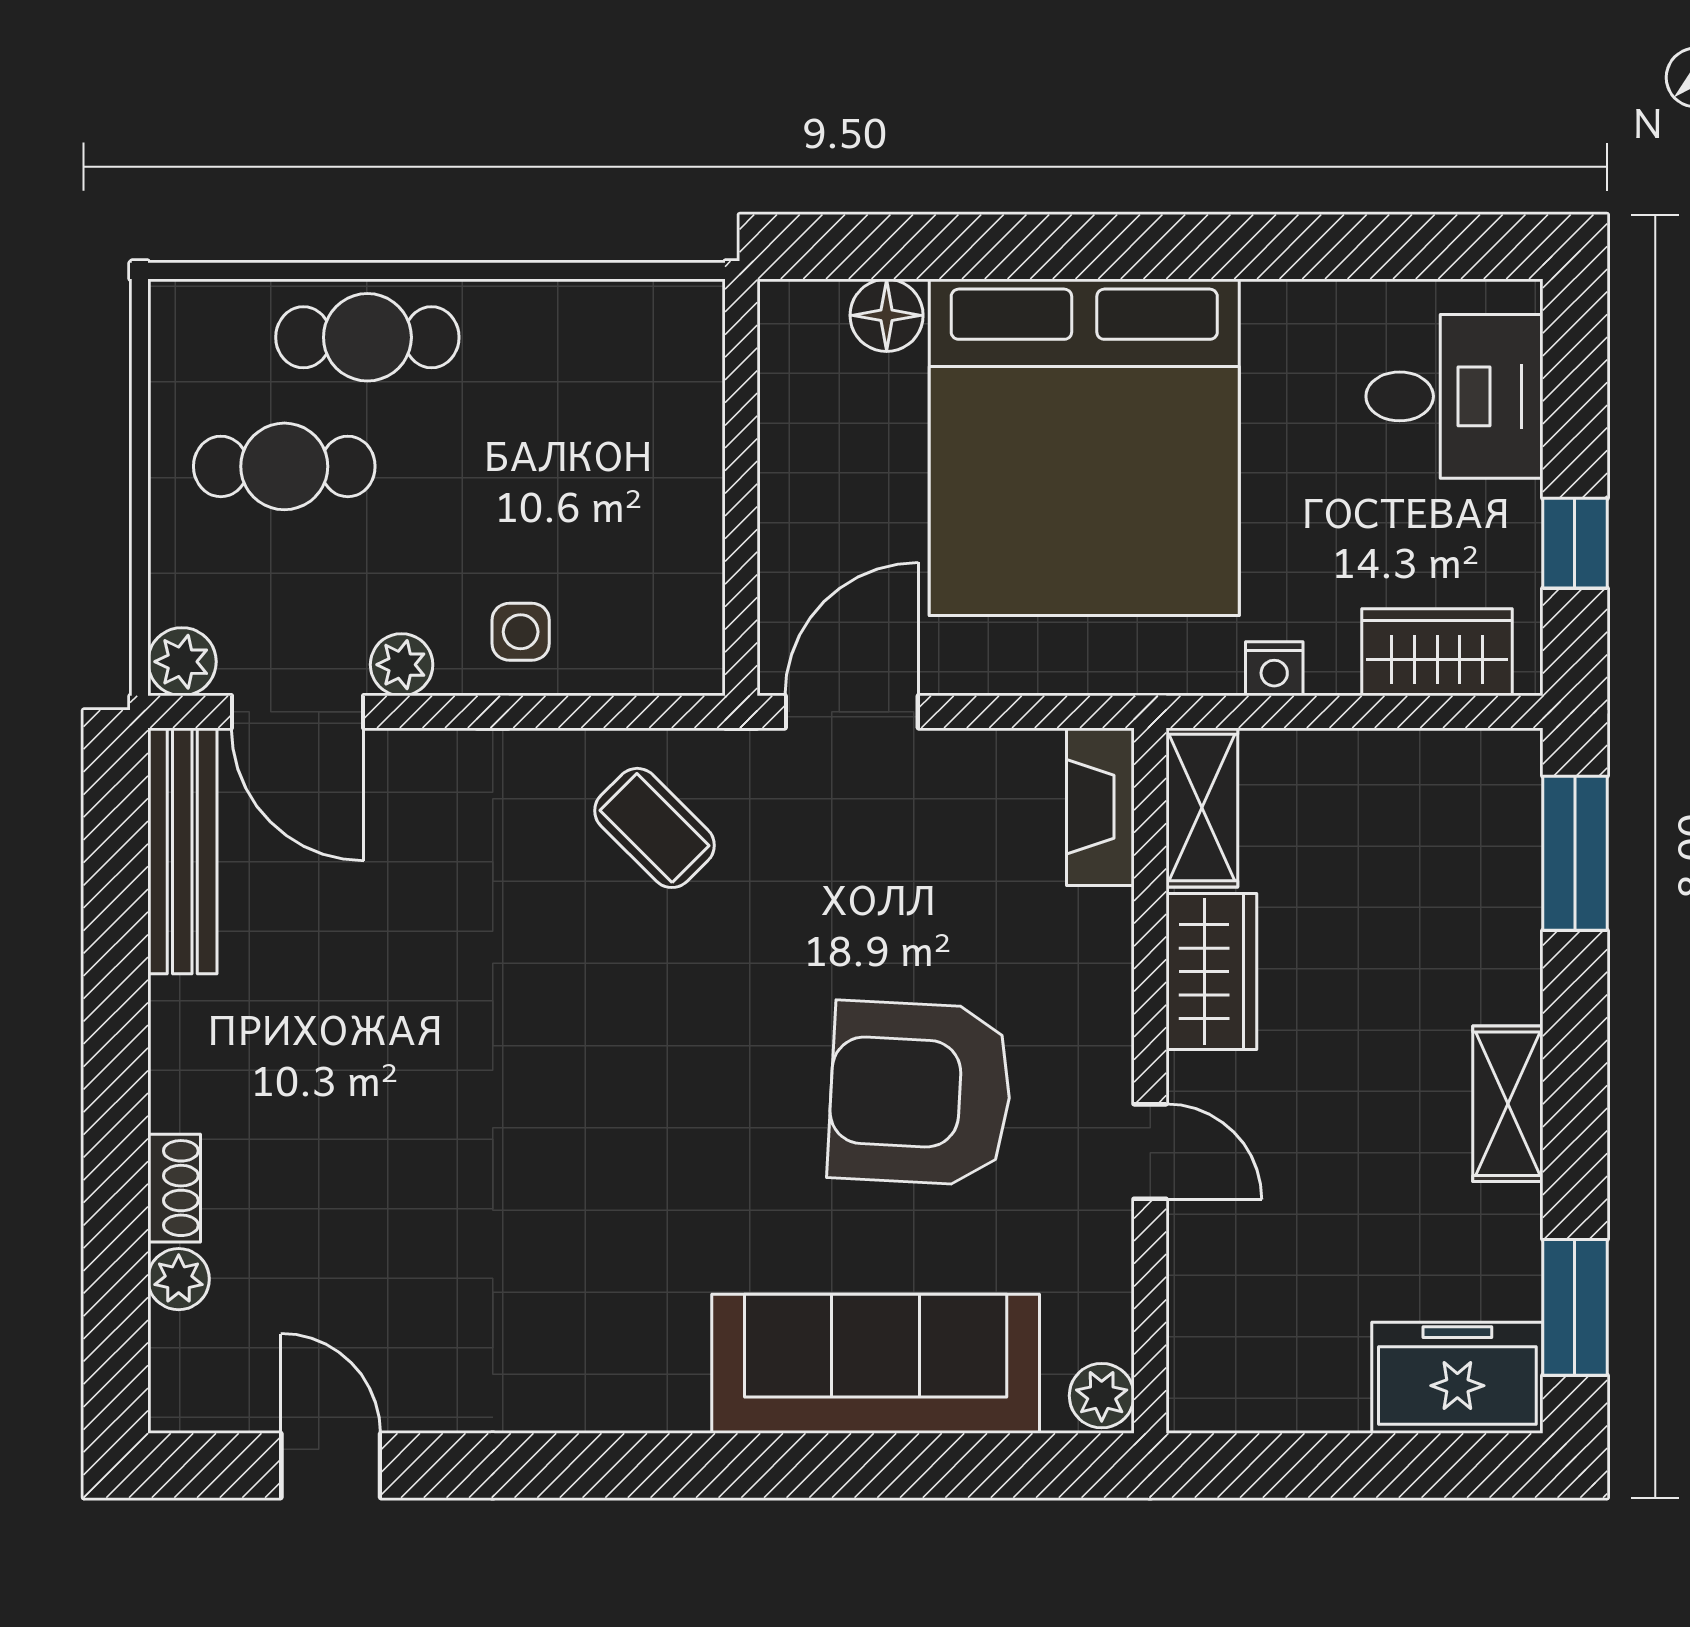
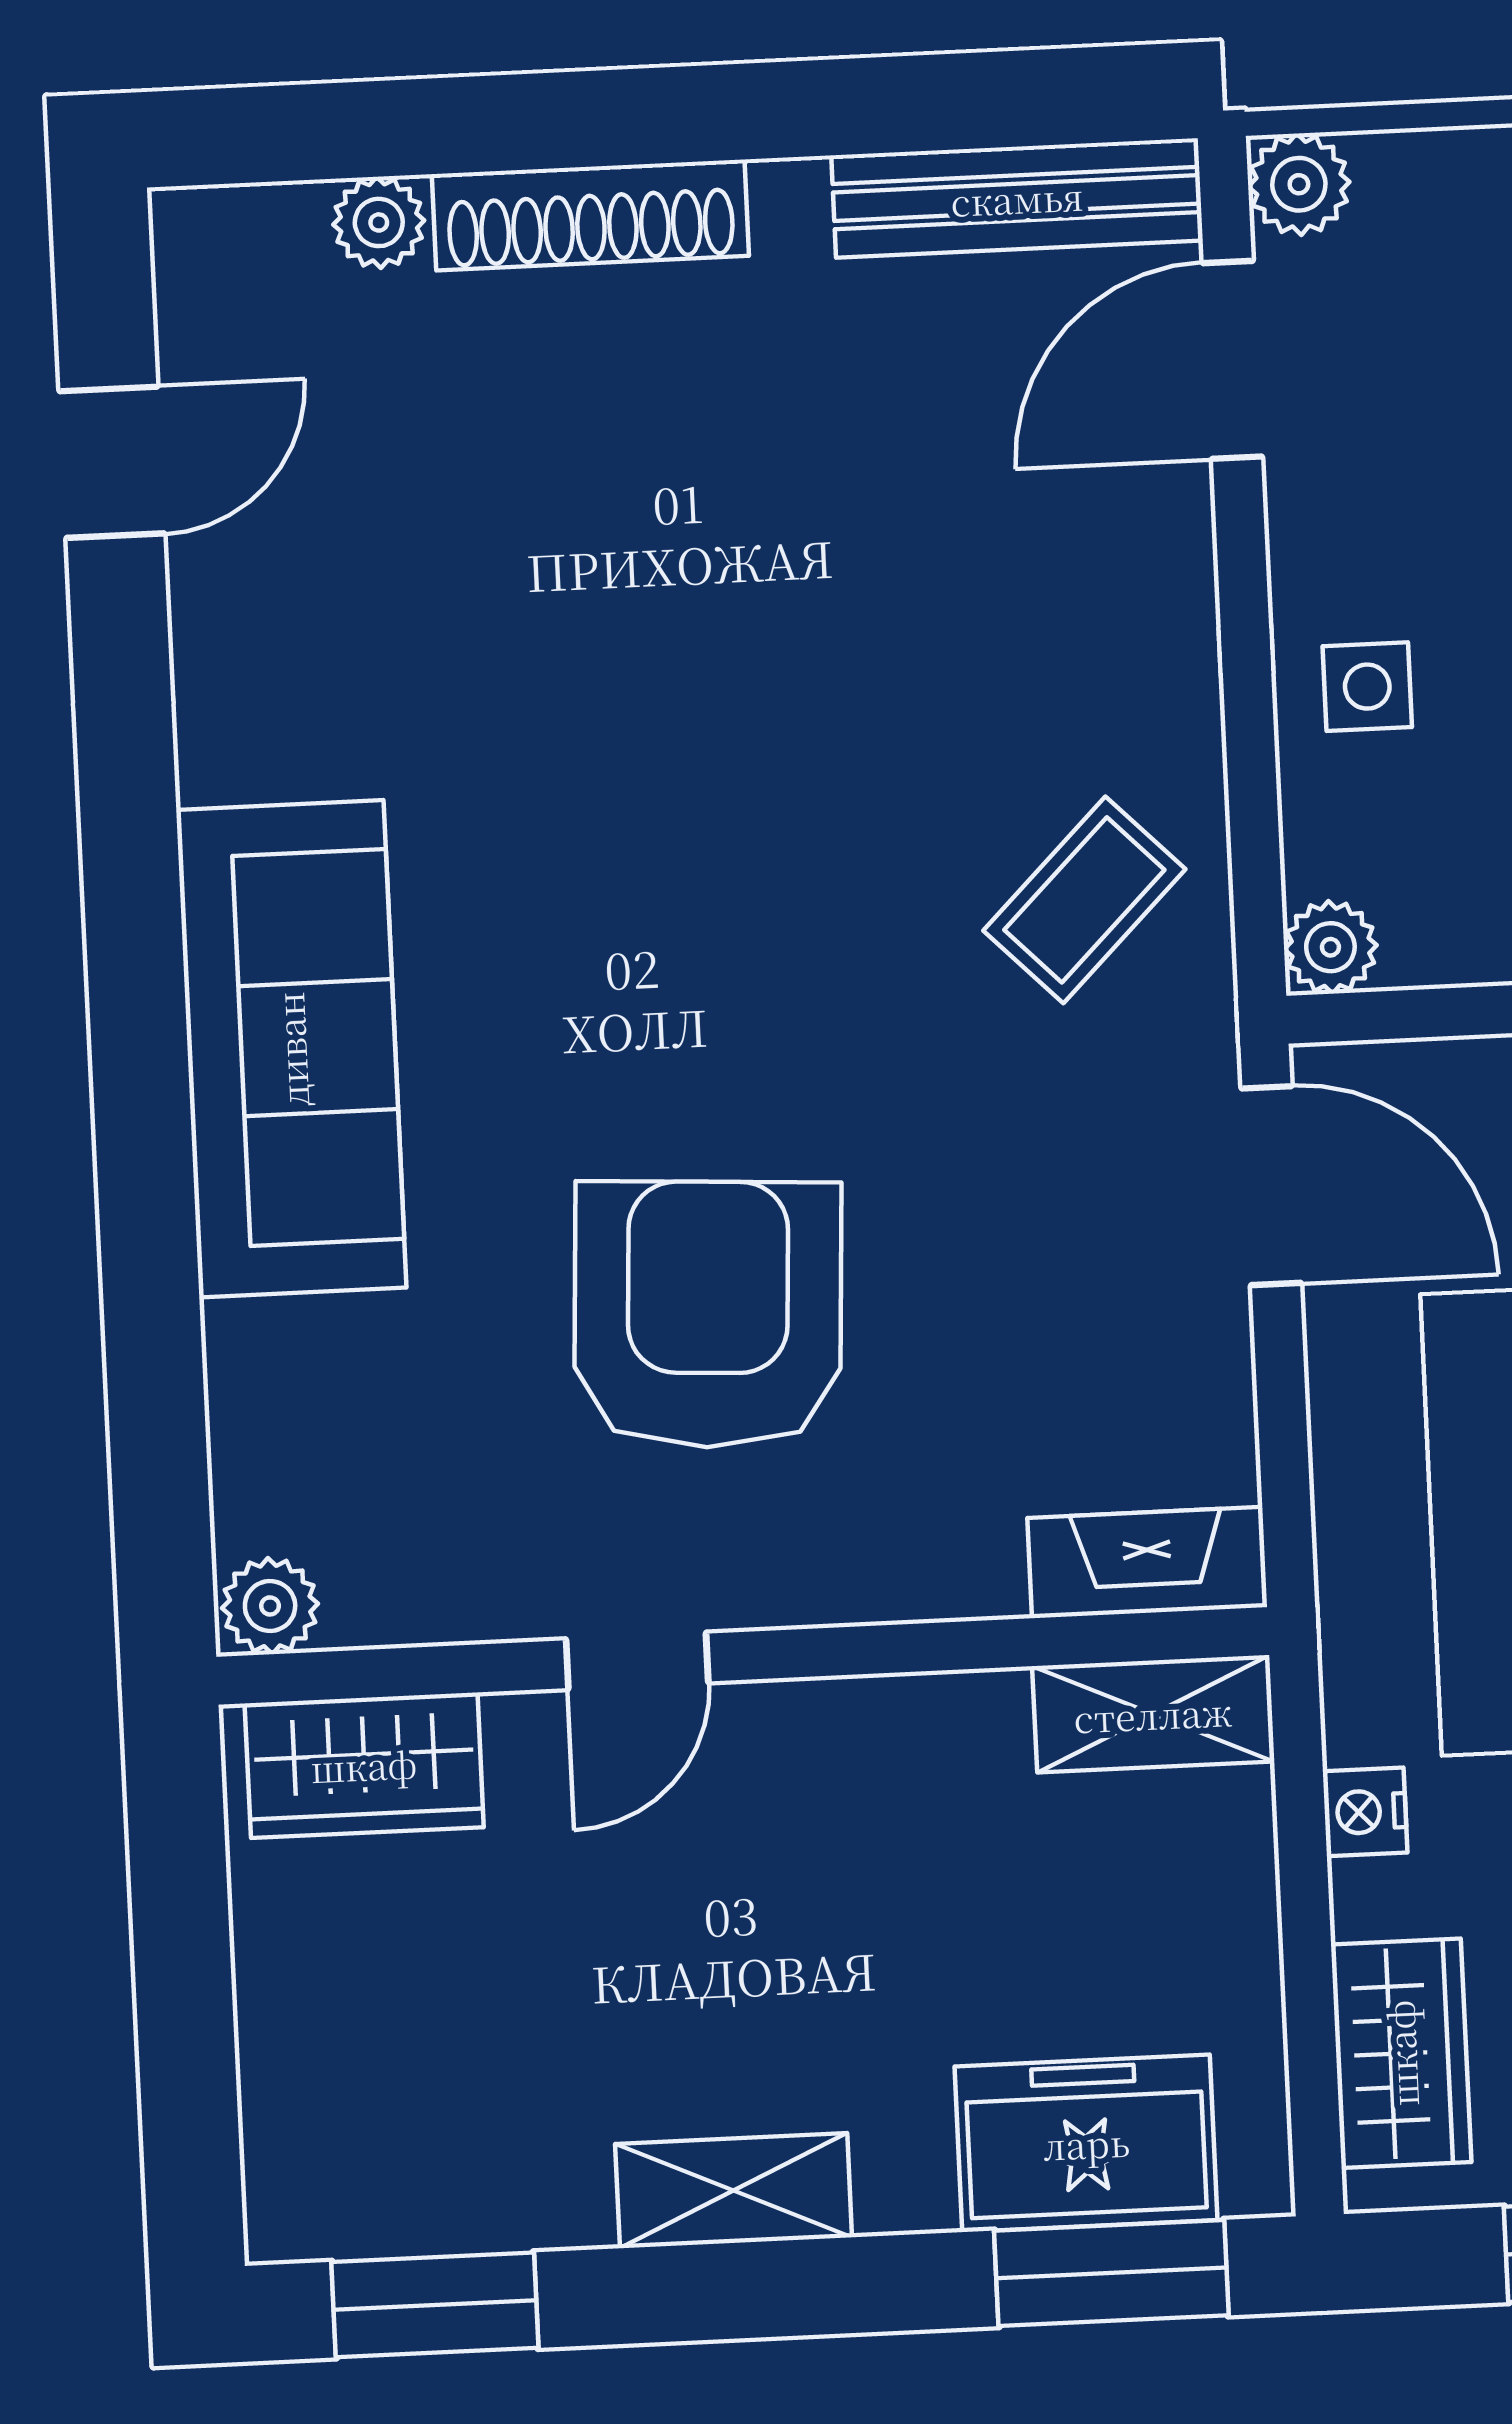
plant: (402, 665) -> (1330, 947), moved
wardrobe: (1211, 972) -> (364, 1765), moved
shoe rack: (174, 1188) -> (590, 215), width x1.94, depth x1.24
sofa: (876, 1364) -> (291, 1049), moved
freezer: (1457, 1378) -> (1086, 2143), moved, turned -90

